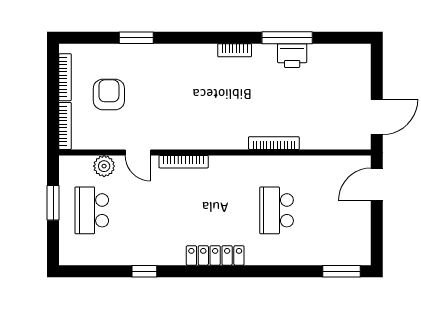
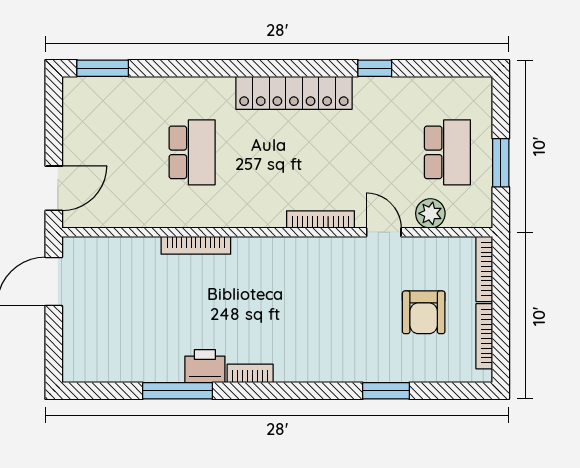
printer: (292, 56) -> (205, 366), moved
locker: (215, 255) -> (294, 93), width x1.41, depth x1.21

